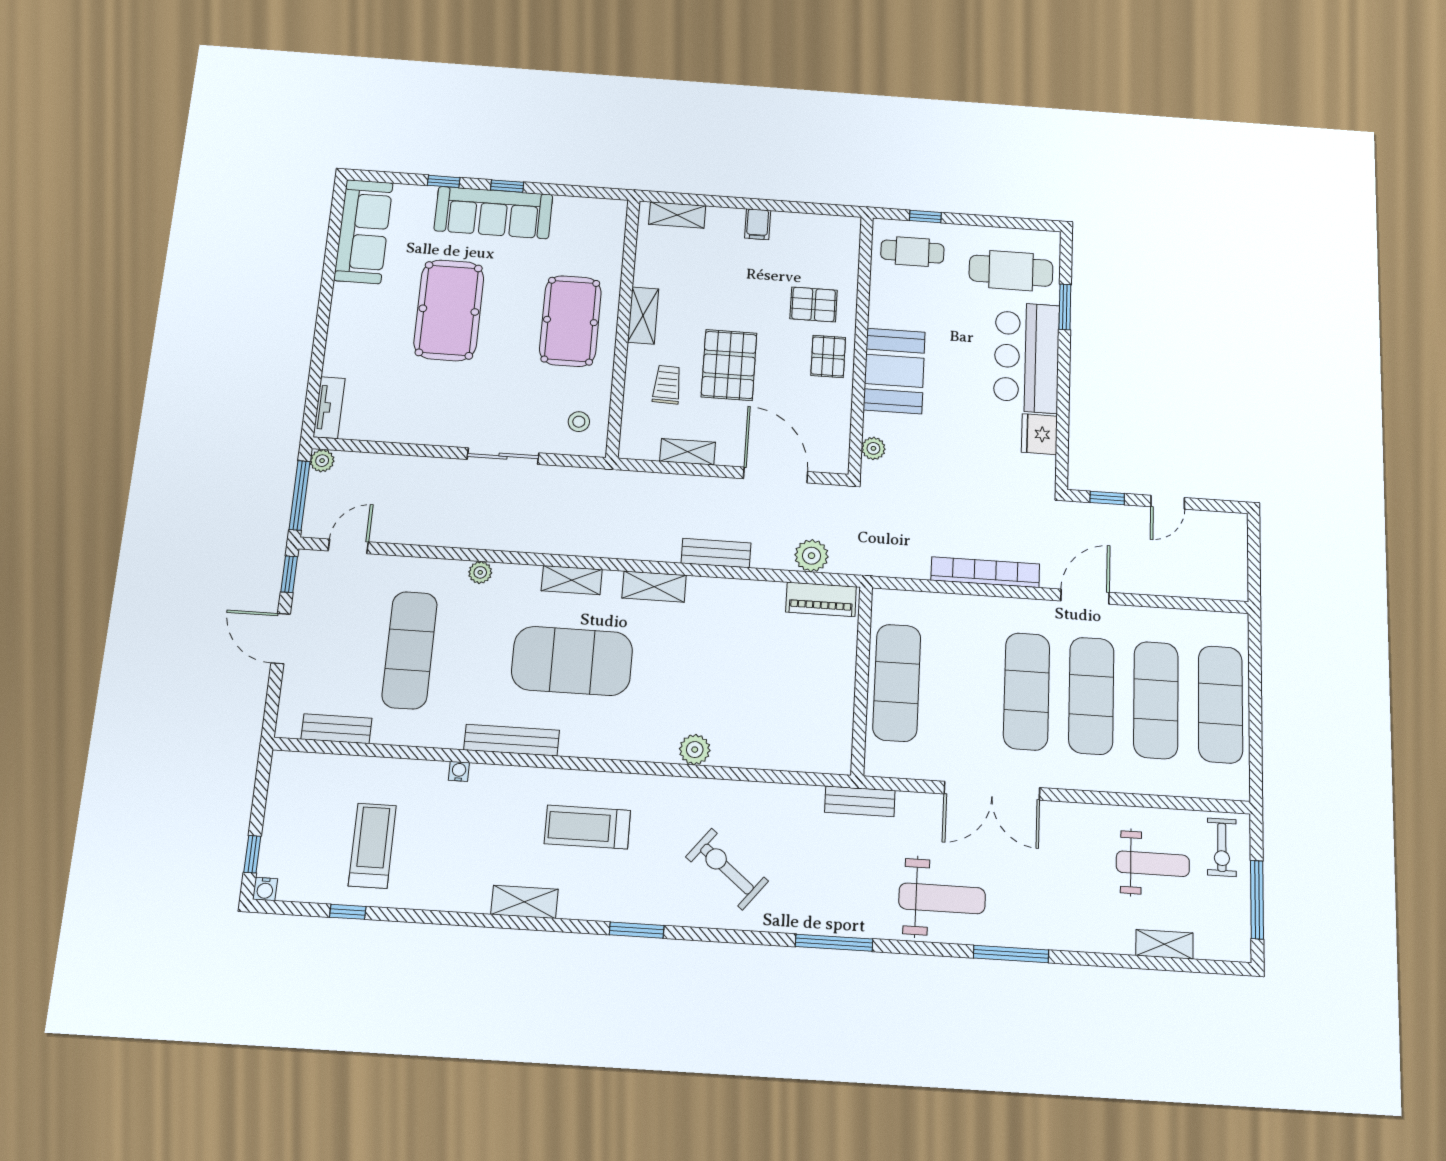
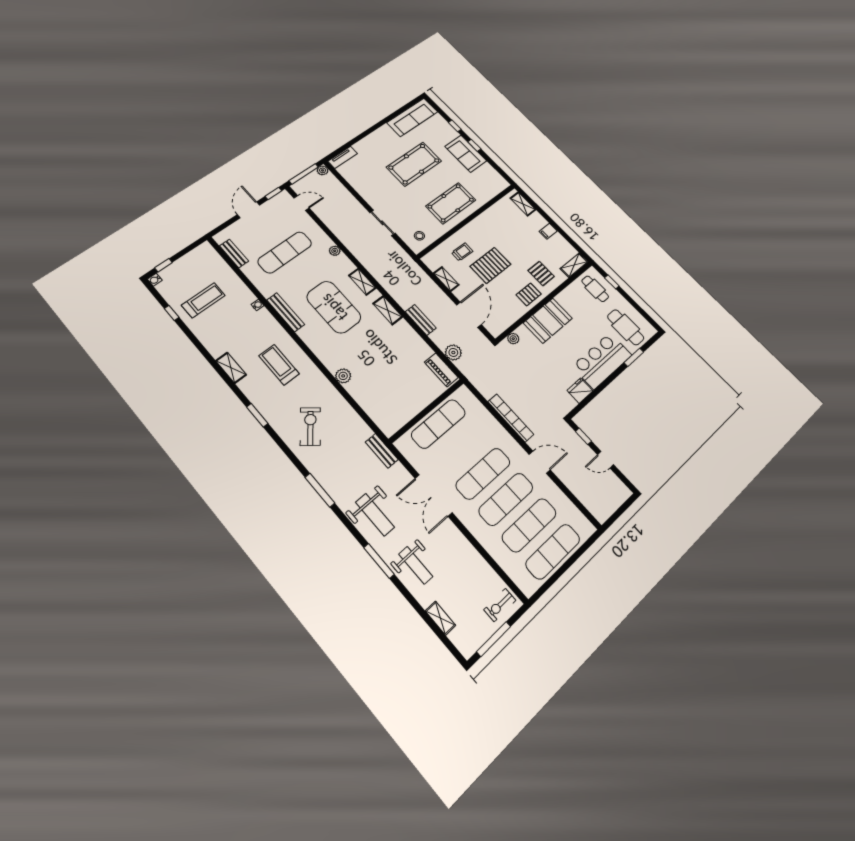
sofa: (493, 213) -> (466, 154), width x0.73
shelving: (643, 316) -> (574, 265), moved
weight bench: (1153, 864) -> (416, 565), moved

